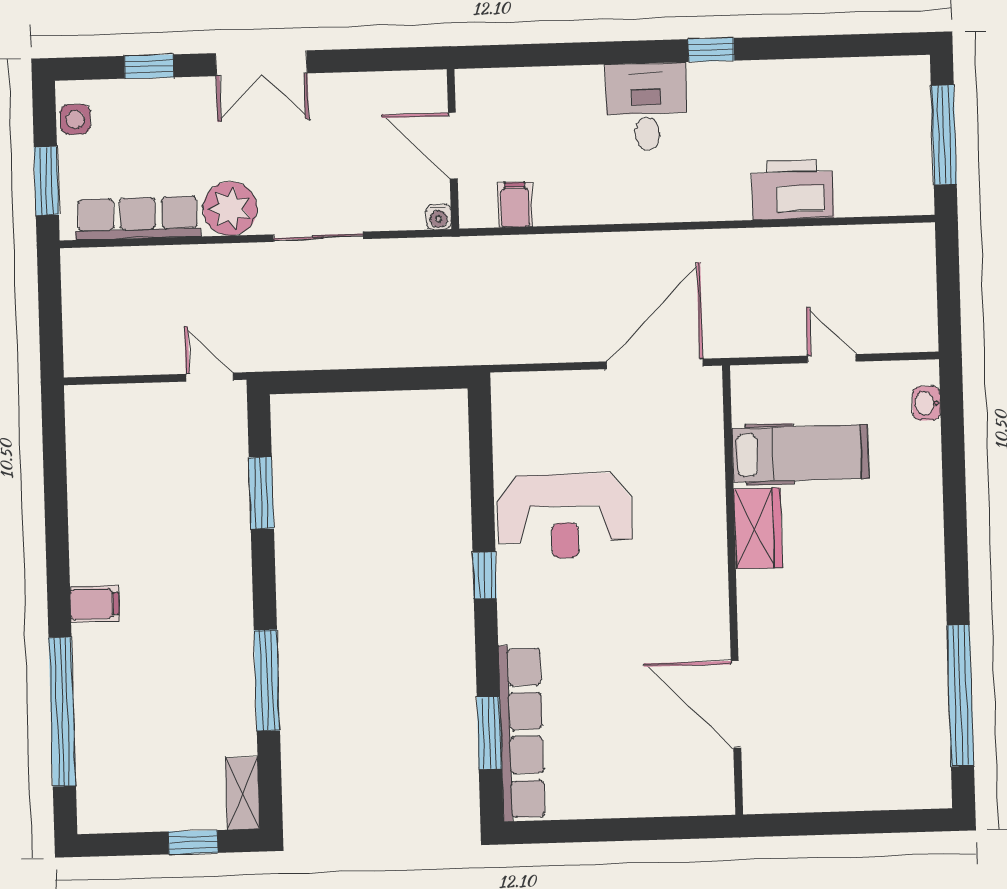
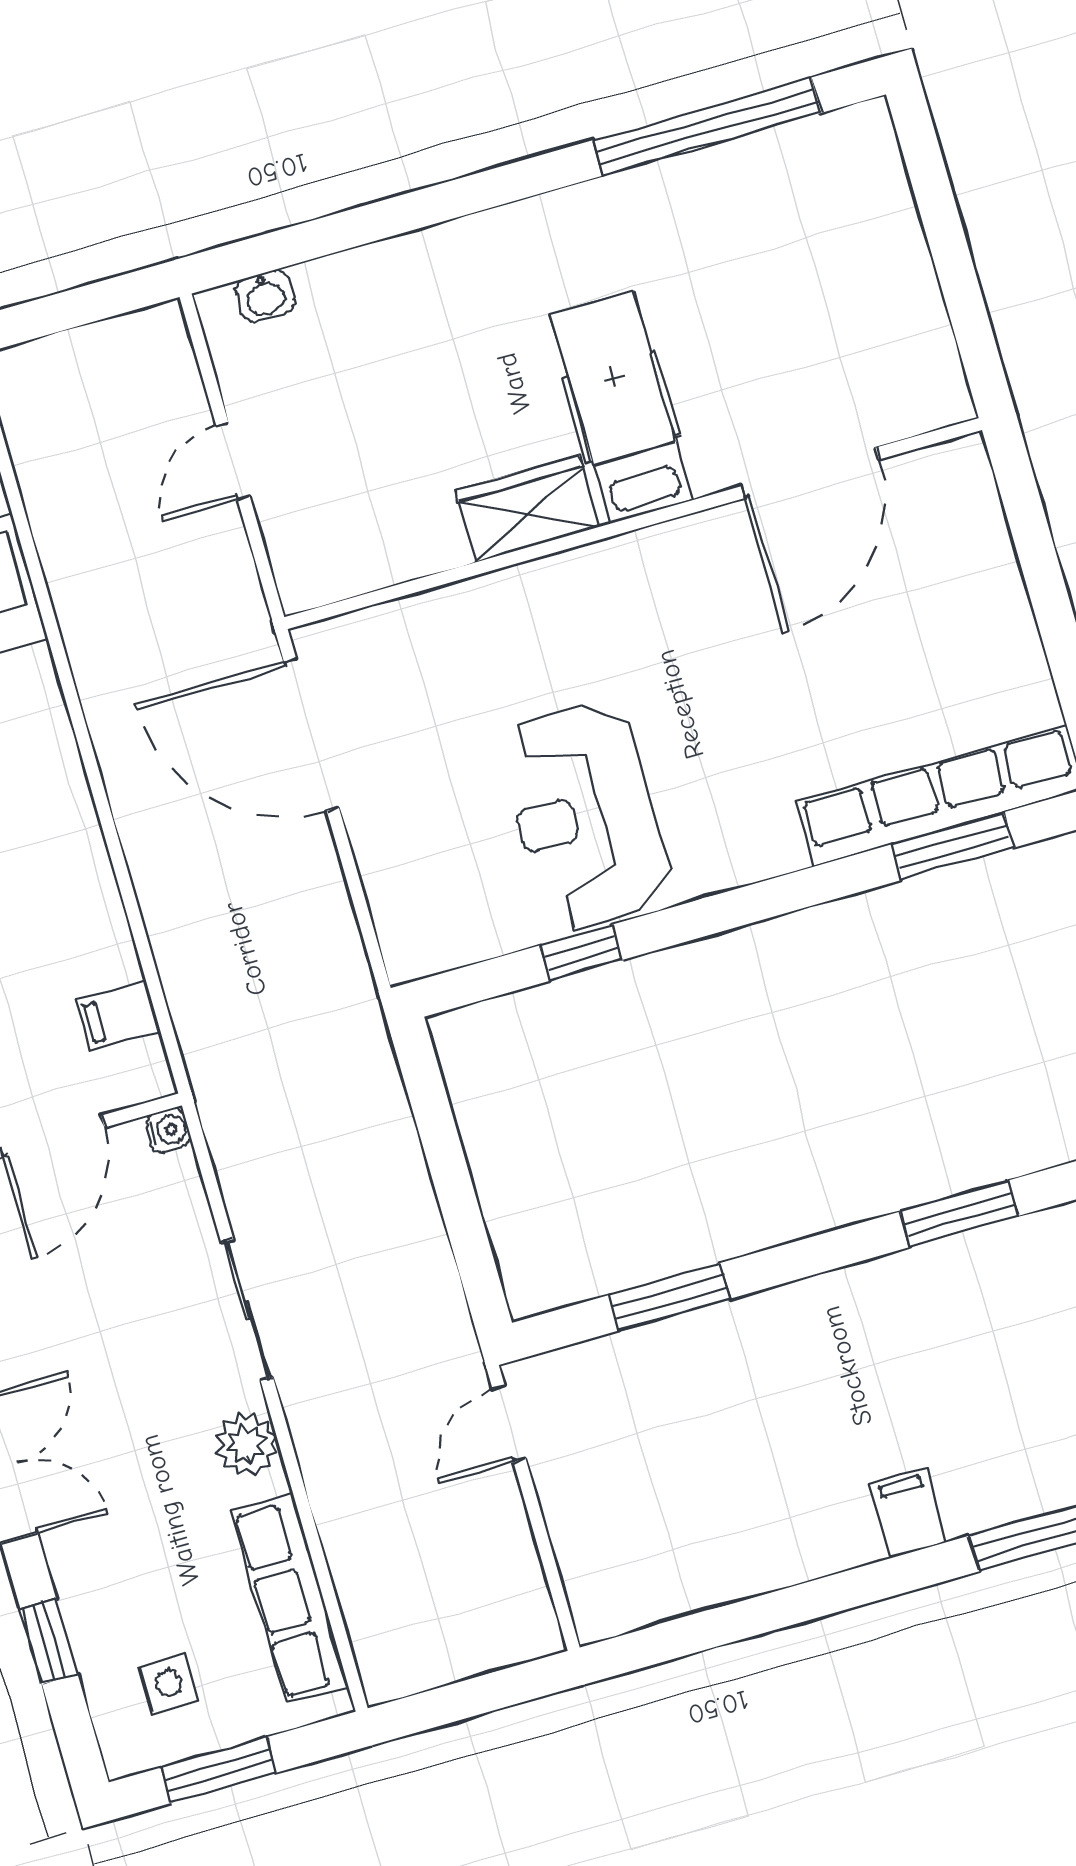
side table: (75, 119) -> (168, 1683), moved
window: (46, 181) -> (219, 1770), moved
plant: (230, 209) -> (246, 1444), width x0.73, depth x0.73
hospital bed: (800, 453) -> (621, 407), moved
reception desk: (565, 516) -> (585, 815), turned 180
window: (485, 575) -> (581, 953), moved
window: (267, 680) -> (959, 1214), width x0.69

